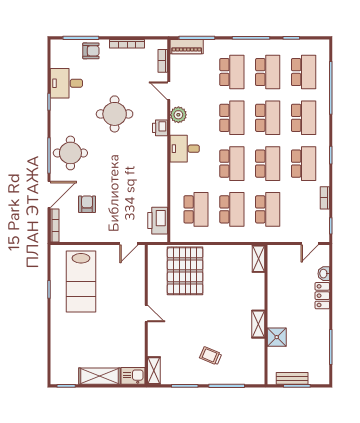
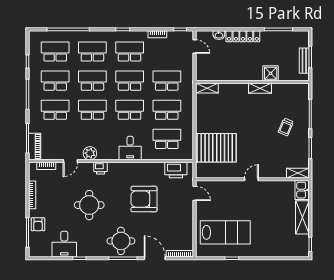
armchair: (91, 51) -> (38, 224), turned 180
desk: (185, 149) -> (130, 148), moved
armchair: (87, 204) -> (144, 199), moved, width x1.88, depth x1.88
locker: (322, 296) -> (243, 36), width x1.53

